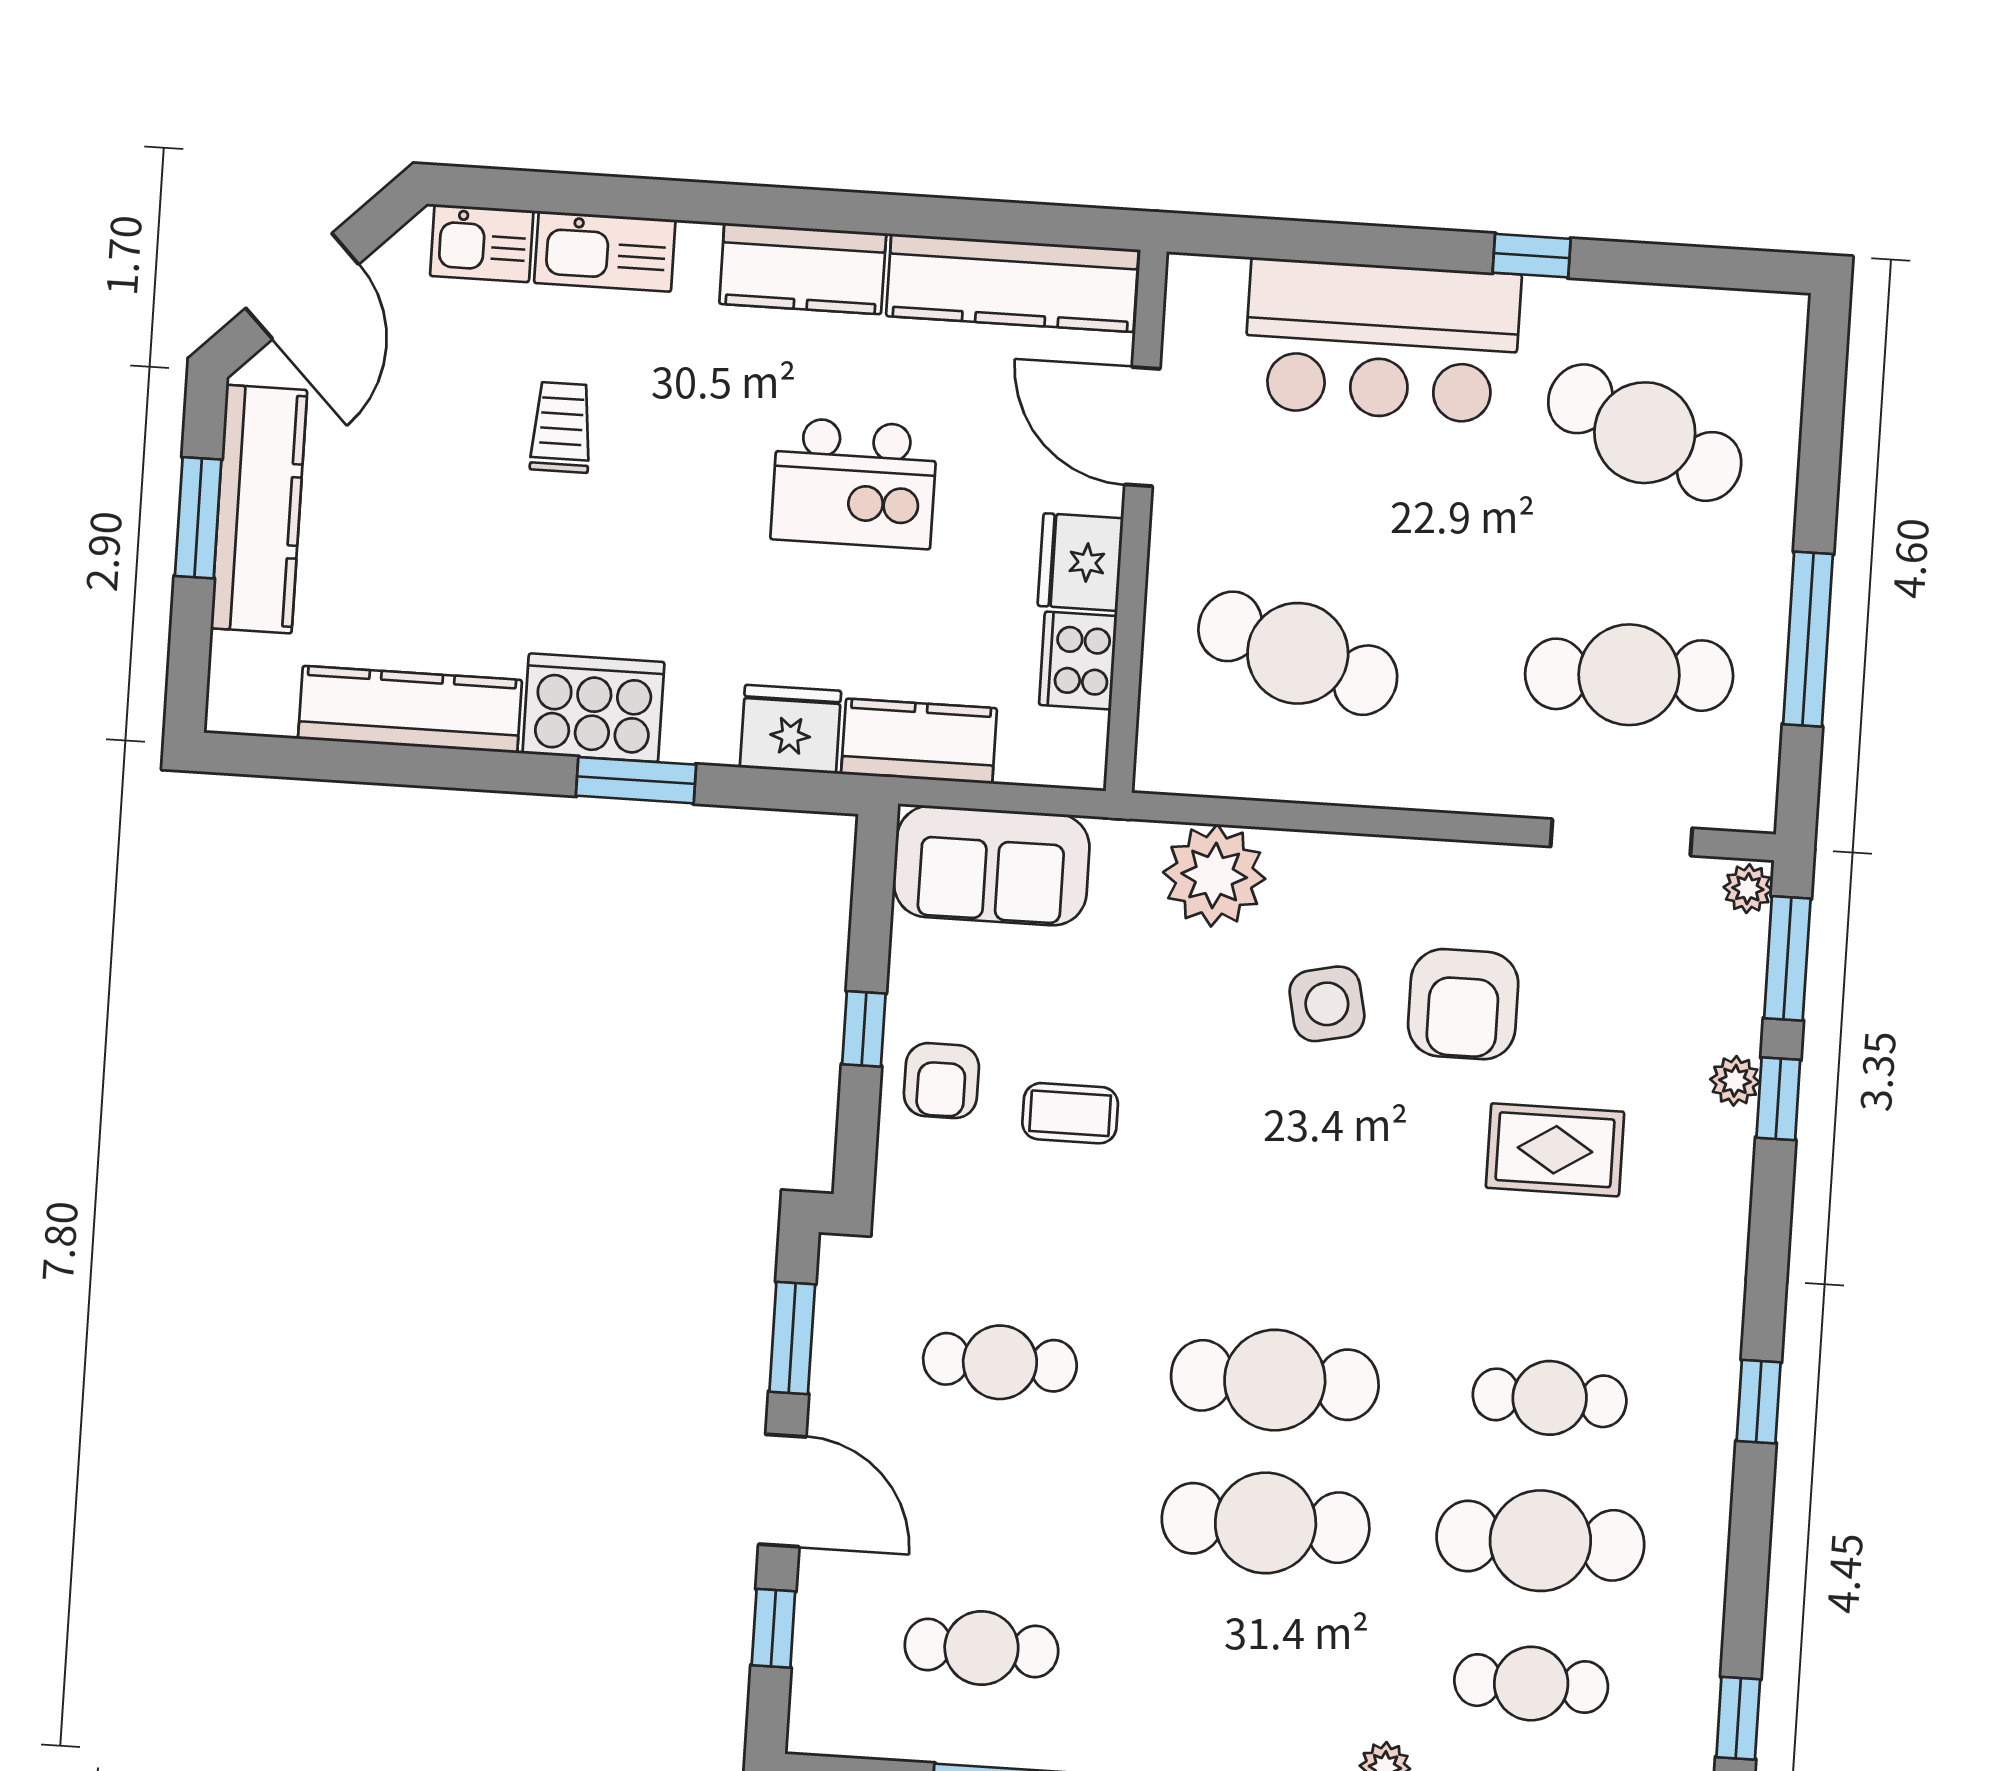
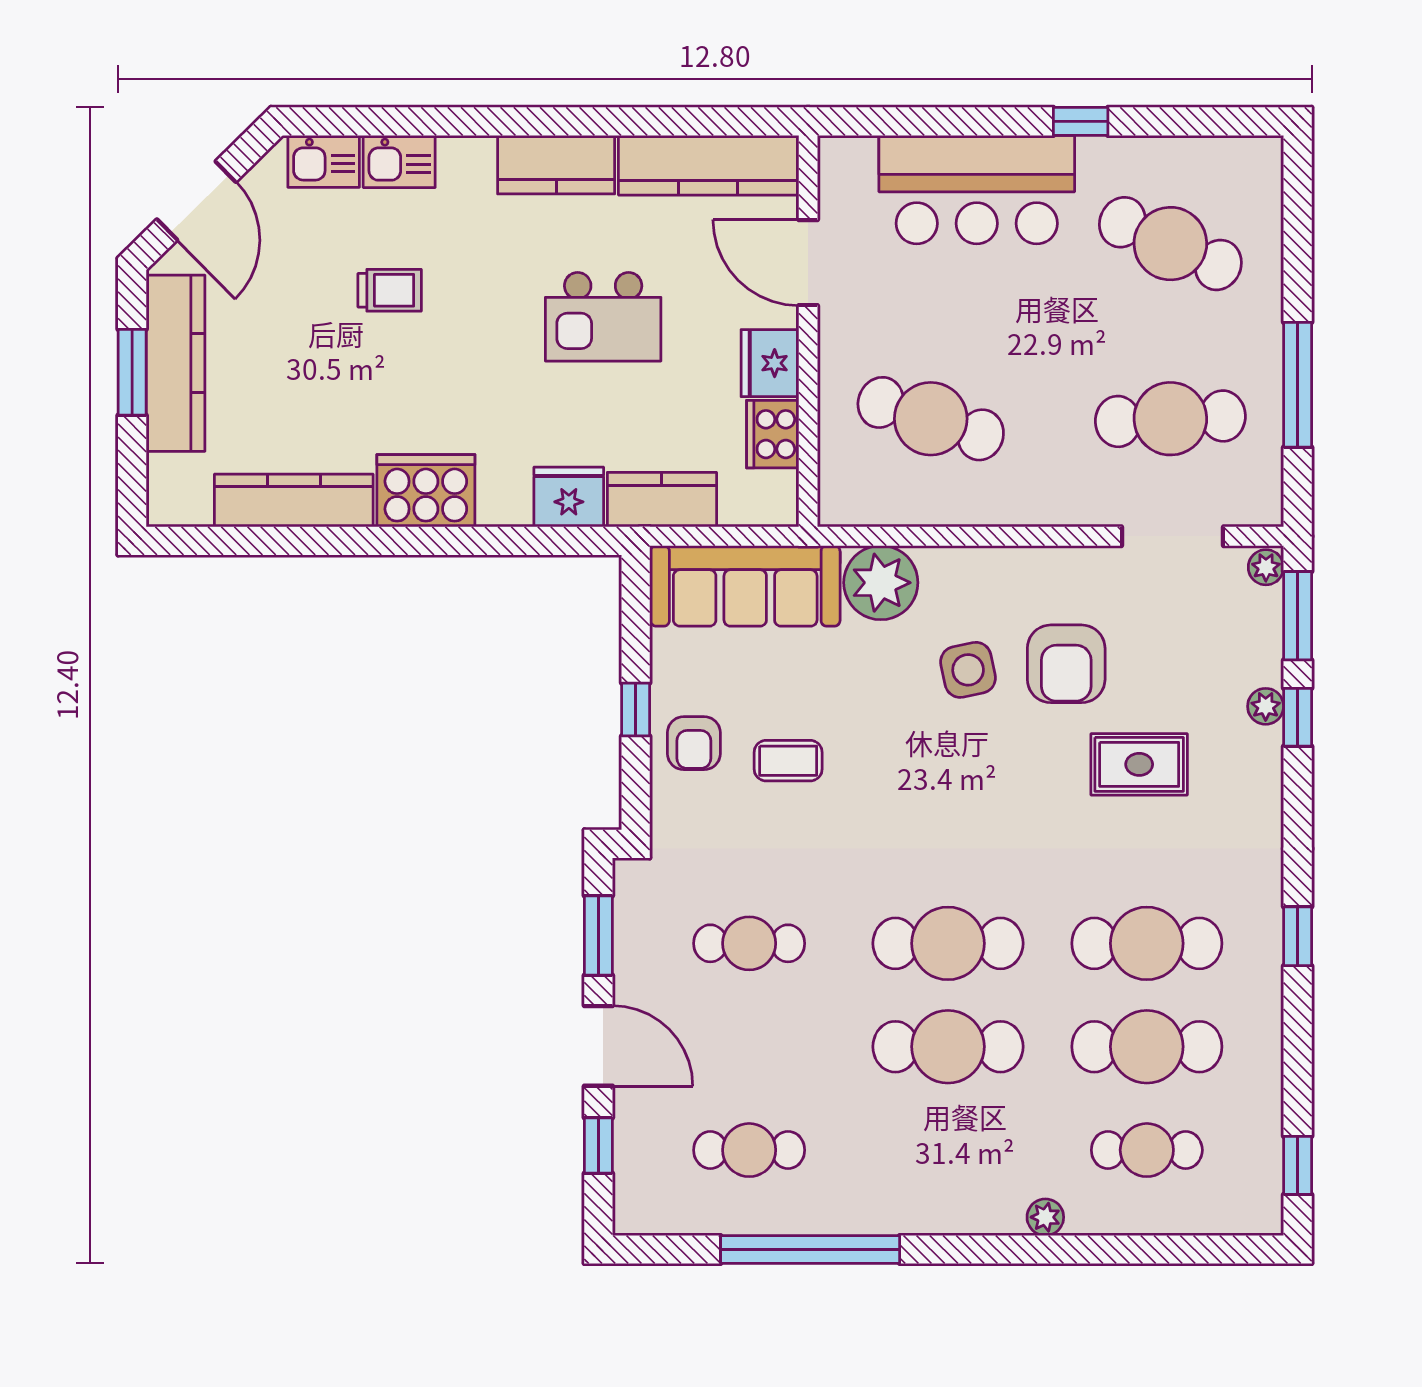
kitchen sink: (605, 251) -> (399, 161), width x0.73
trolley: (561, 427) -> (390, 290), turned 90
window: (636, 780) -> (460, 541), removed
sofa: (992, 866) -> (745, 586), width x1.36
cafe table: (1550, 1398) -> (1147, 943), width x1.37, depth x1.35

